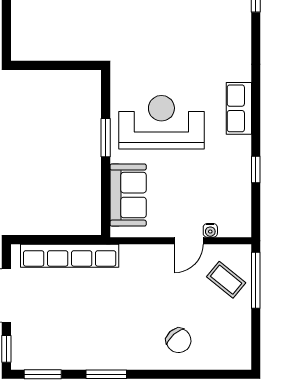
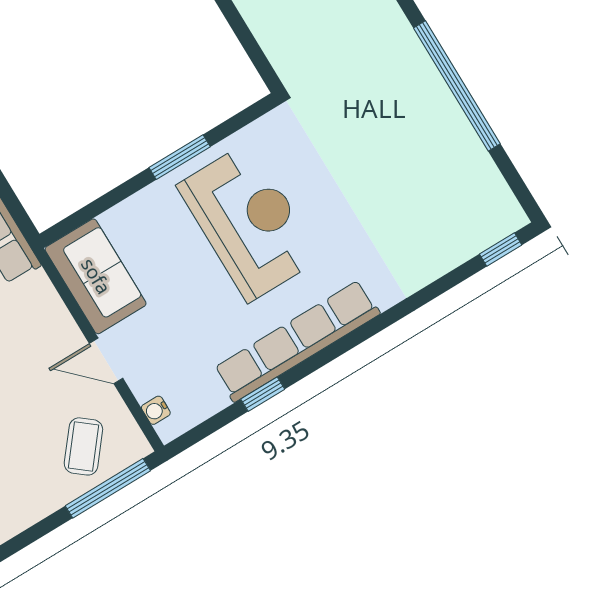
row of seats: (239, 108) -> (297, 341), width x2.02
sofa: (128, 195) -> (96, 276), moved, turned -90
water cooler: (210, 230) -> (156, 410), moved

